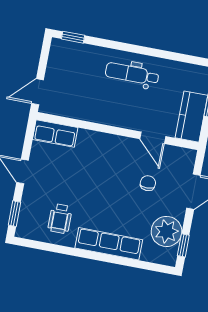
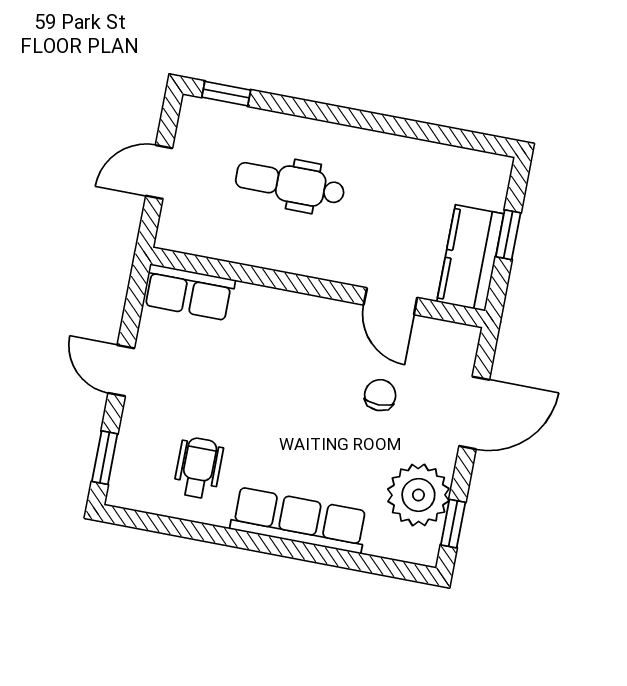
dental chair: (132, 74) -> (290, 184), moved
door: (38, 92) -> (159, 172), moved
wheelchair: (60, 219) -> (198, 468), turned 180

